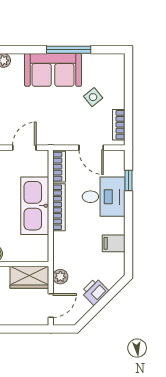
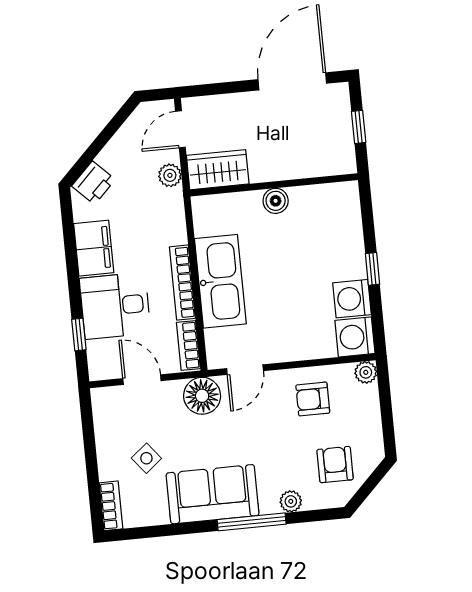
window: (69, 50) -> (252, 522), moved
bookcase: (119, 125) -> (111, 506), moved
floor lamp: (54, 134) -> (202, 396), added
filing cabinet: (114, 243) -> (94, 248), width x2.00
printer: (95, 292) -> (93, 183), moved

